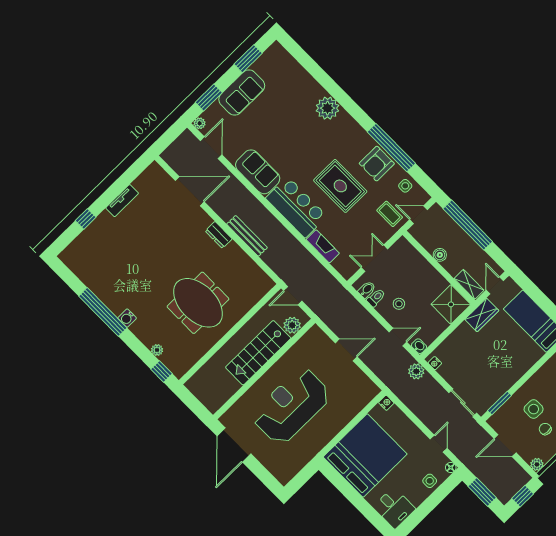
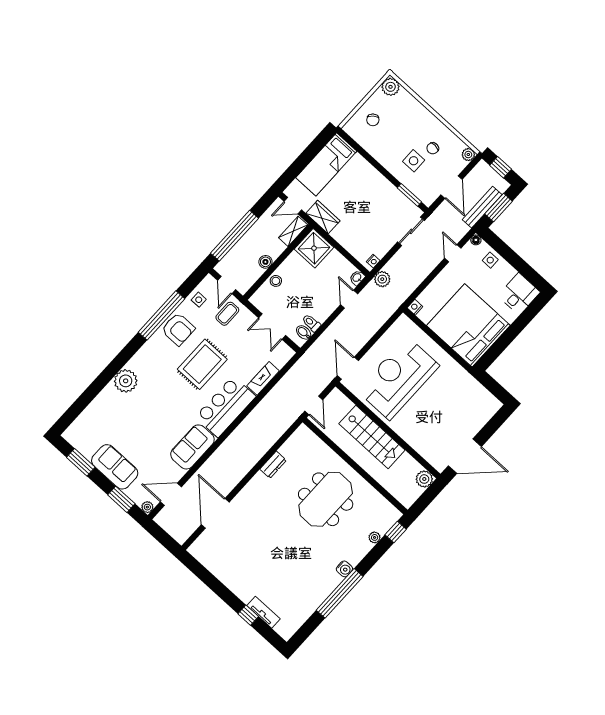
tv unit: (122, 201) -> (264, 612), moved
dresser: (219, 235) -> (273, 465), moved
bench: (247, 236) -> (482, 207), moved
stool: (399, 304) -> (276, 281), moved
plant: (292, 325) -> (424, 479), moved
door: (346, 350) -> (348, 368), moved
reception desk: (291, 406) -> (398, 378), moved, turned 90
door: (439, 444) -> (453, 253), hinge flipped

